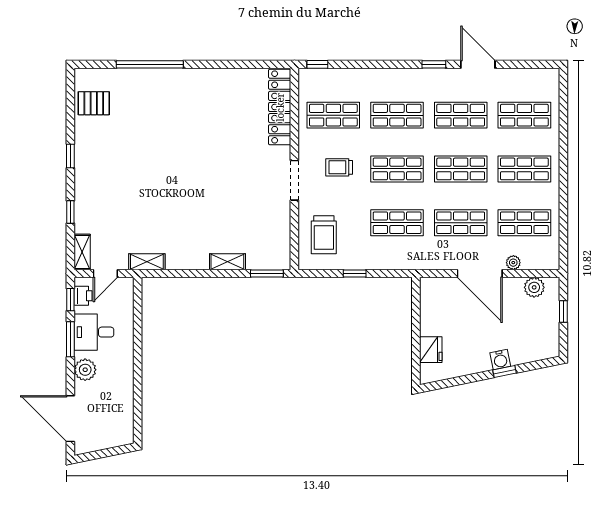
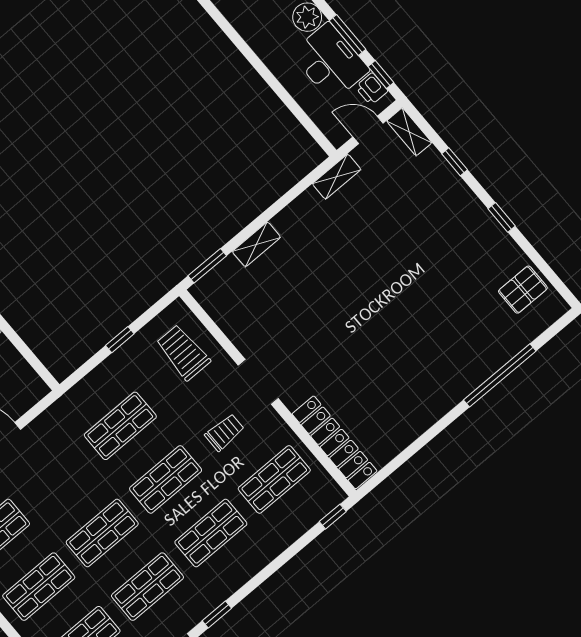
shop shelf: (461, 223) -> (57, 479), removed
door: (105, 273) -> (368, 130), hinge flipped
desk: (94, 332) -> (330, 62), width x1.37

